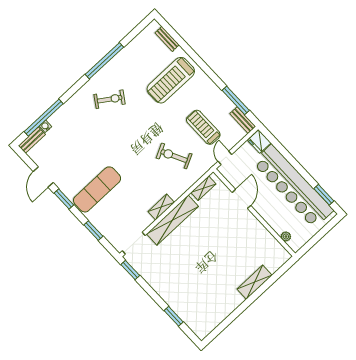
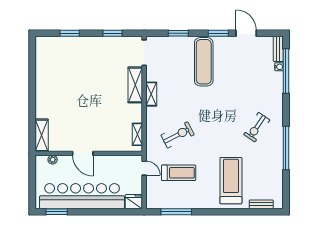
bench: (243, 120) -> (158, 204), removed
door: (242, 199) -> (83, 153), moved
shelving: (173, 220) -> (135, 85), width x0.68
window: (130, 270) -> (112, 33), moved
shelving: (254, 282) -> (42, 135), moved

